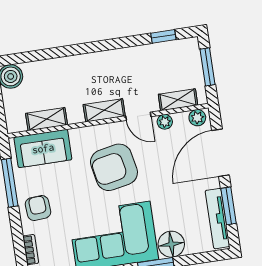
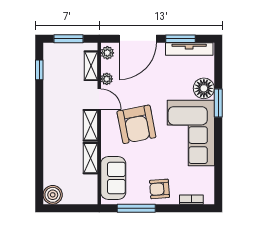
door: (138, 116) -> (99, 99), hinge flipped
shelving: (47, 119) -> (91, 158), moved
door: (221, 153) -> (138, 39), hinge flipped

